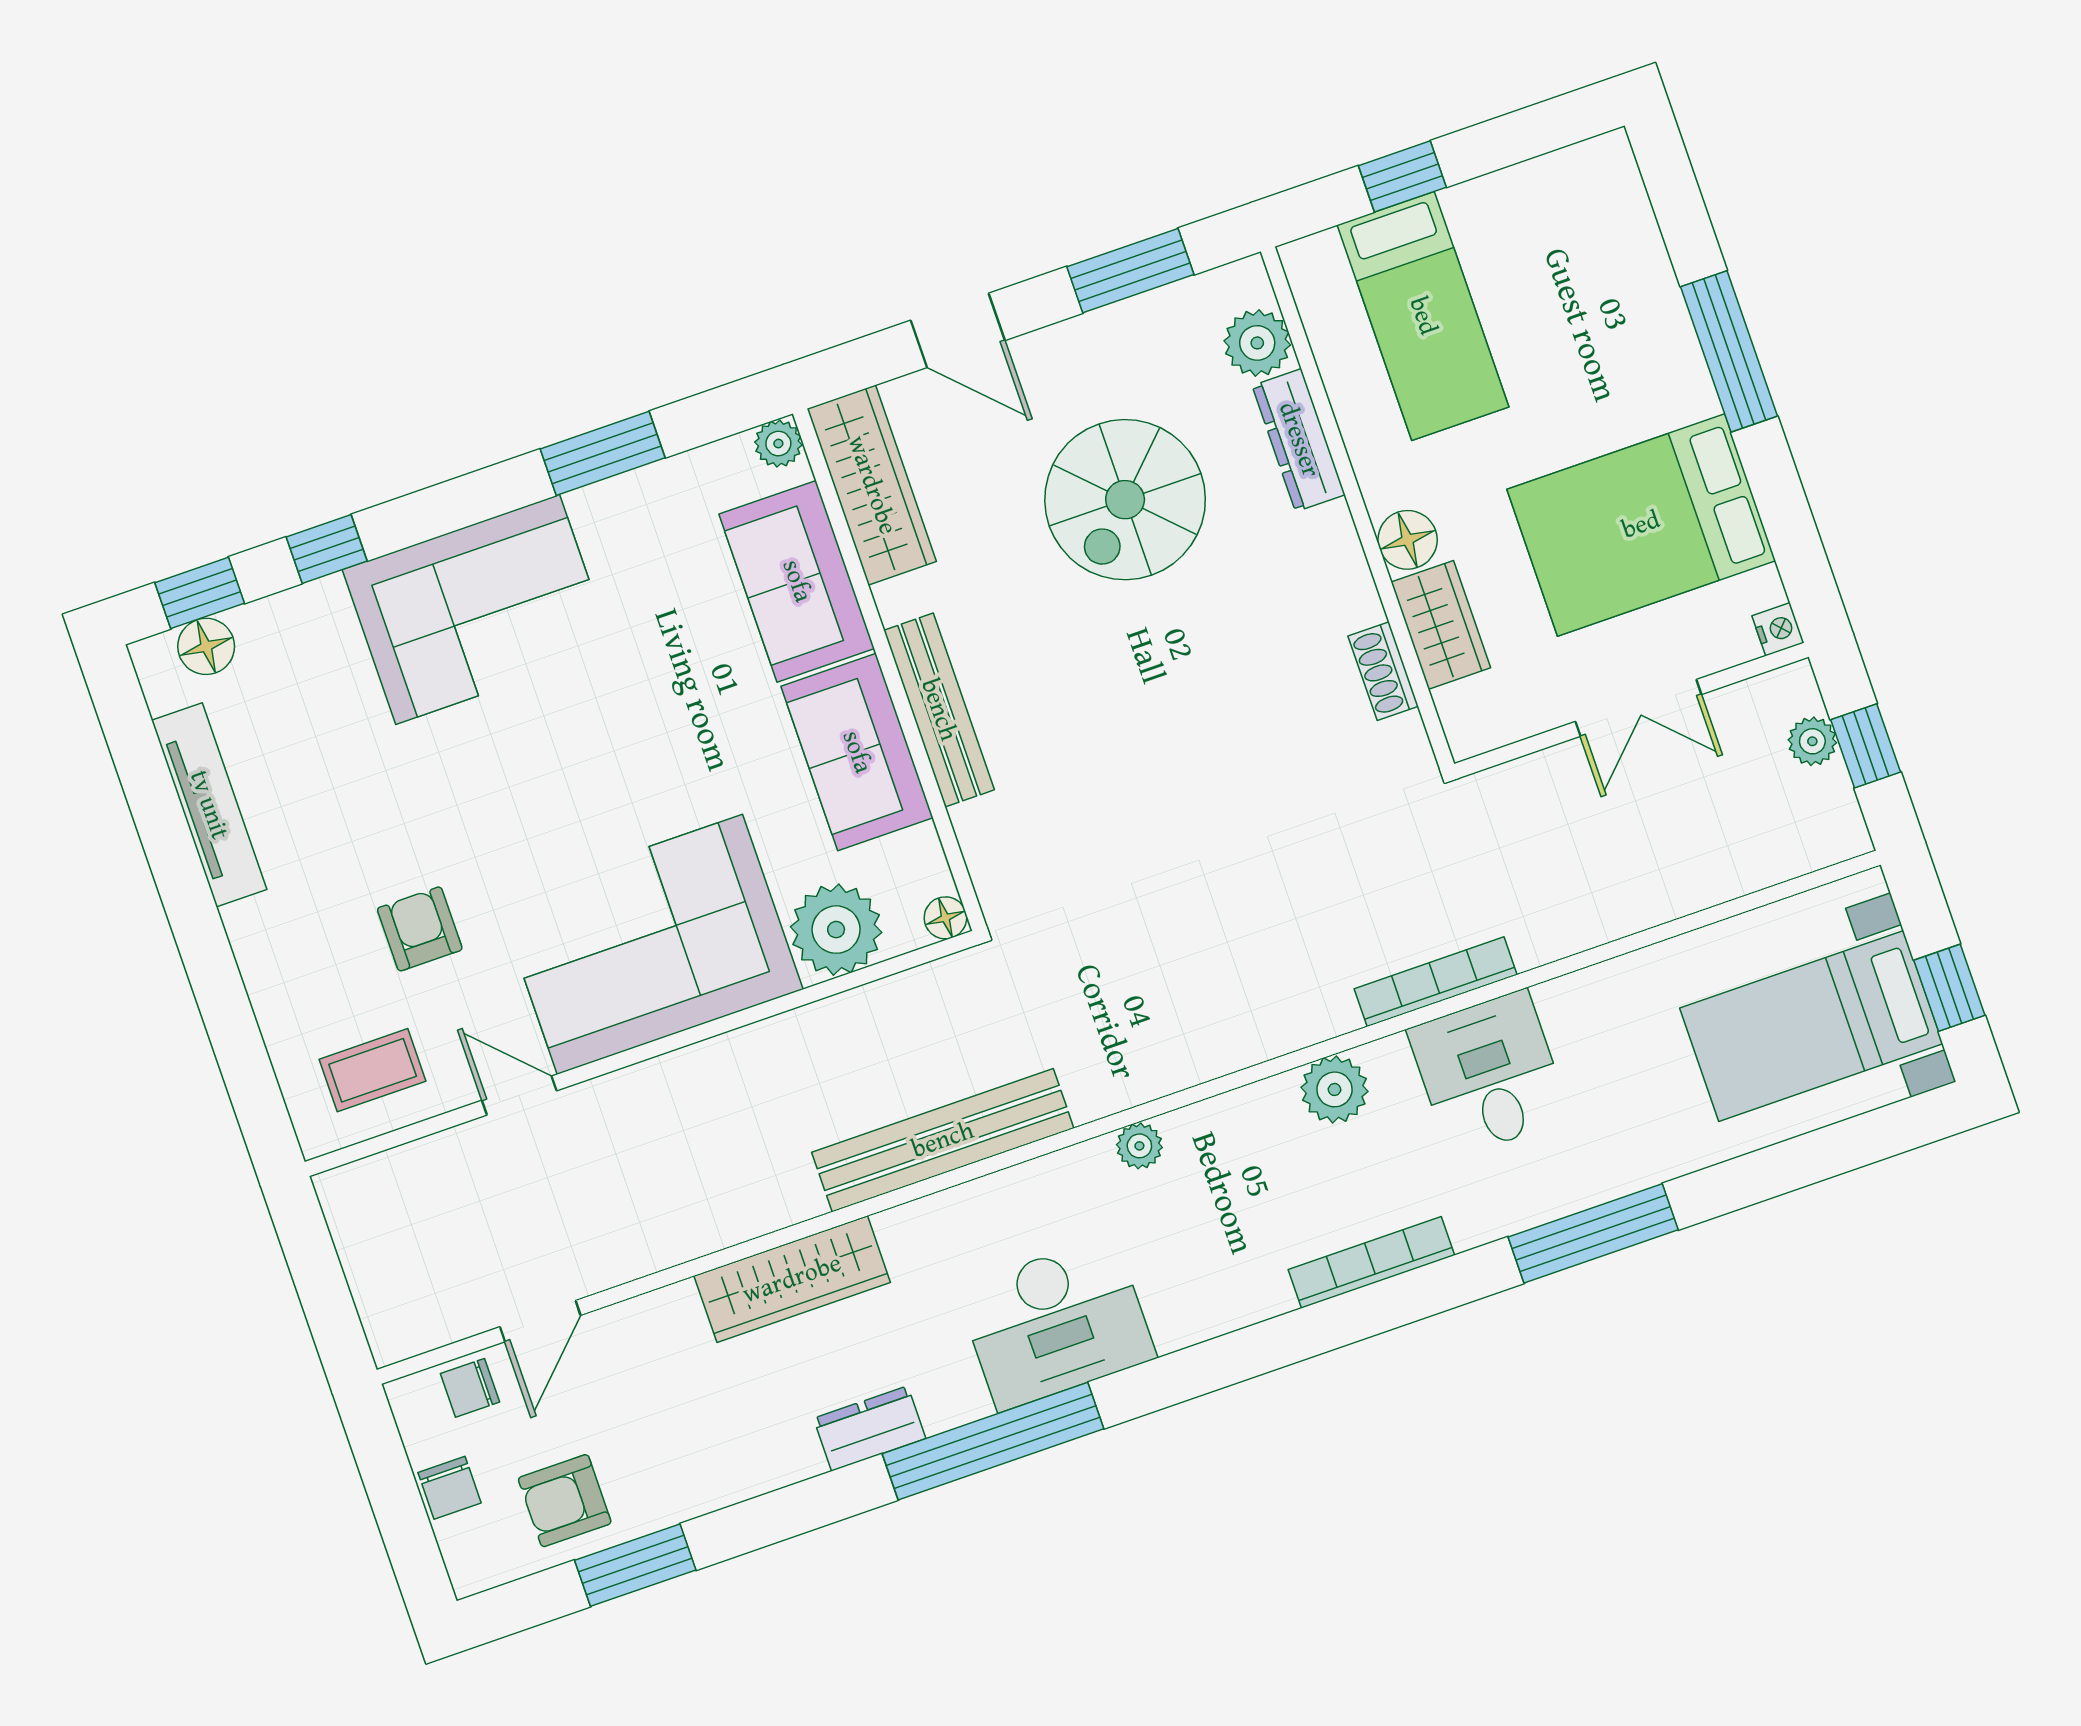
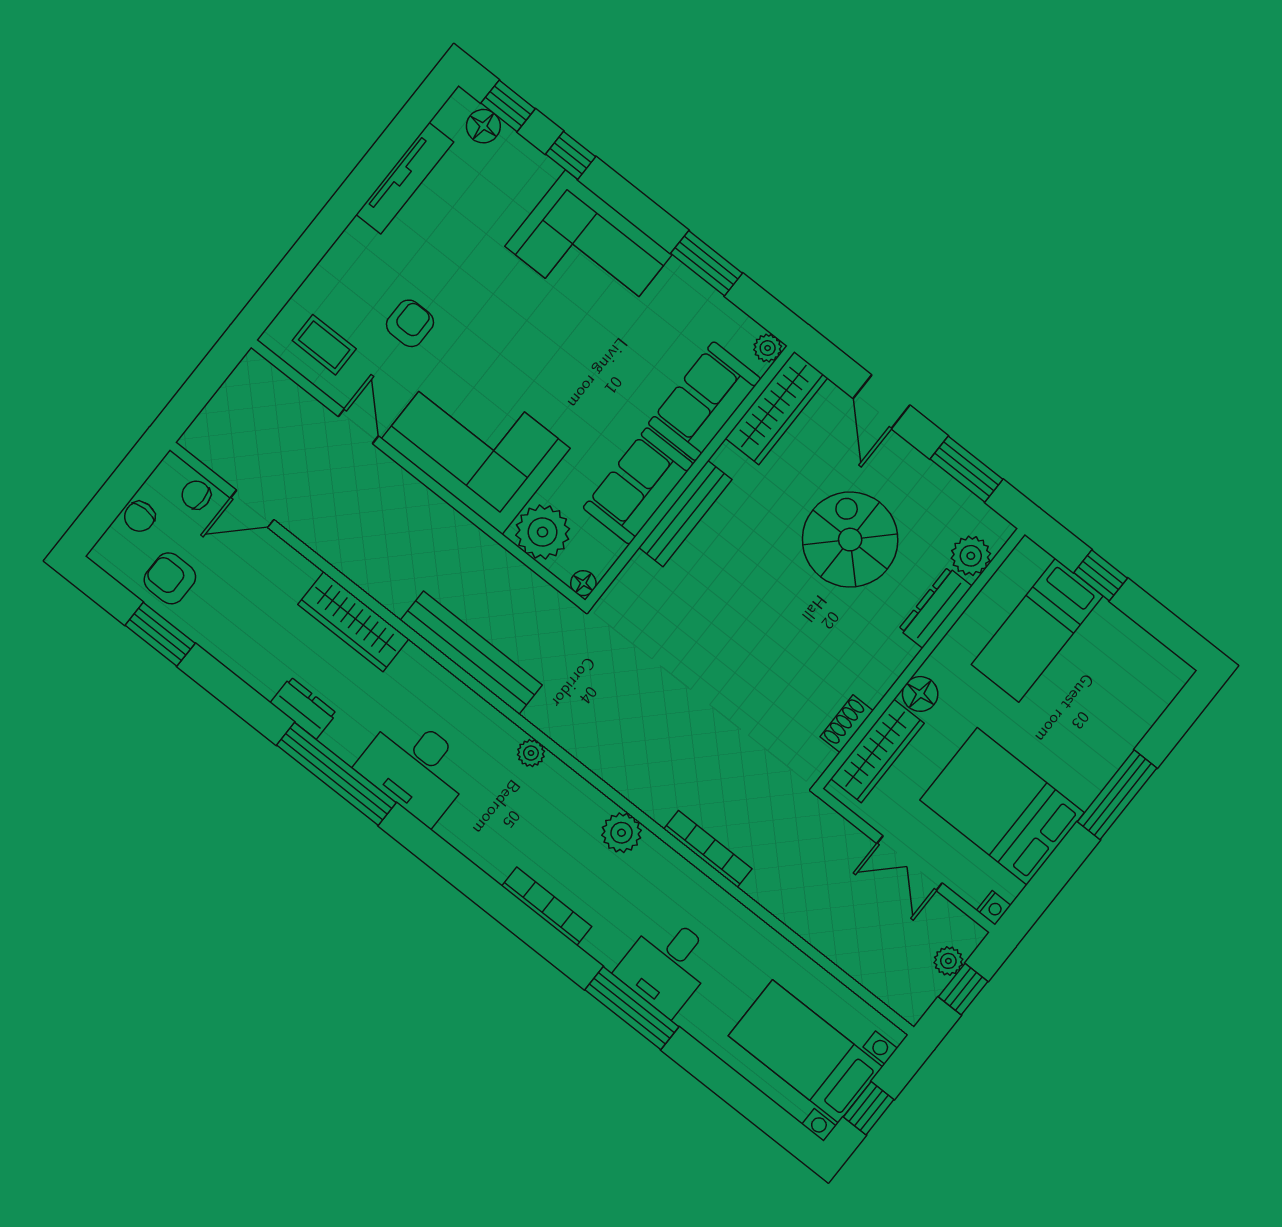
spiral stairs: (1125, 500) -> (850, 540), turned 90
wardrobe: (1441, 625) -> (878, 751), width x1.50
desk: (1489, 1074) -> (667, 965), moved, turned 180

